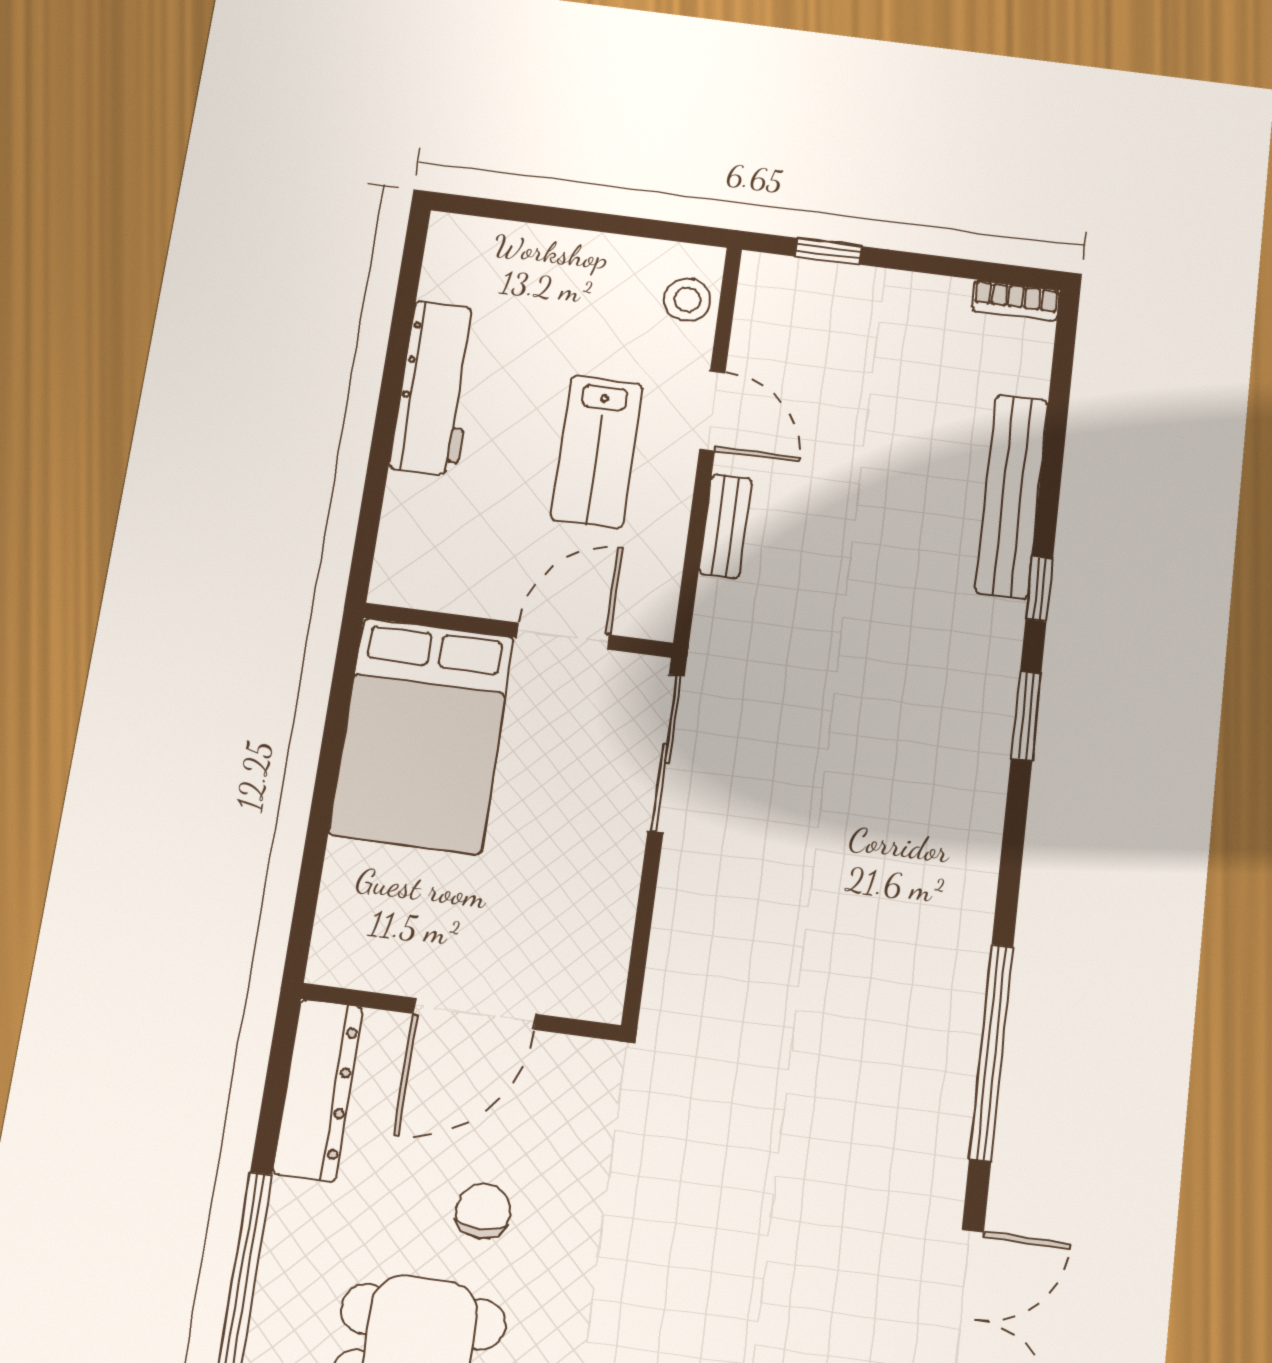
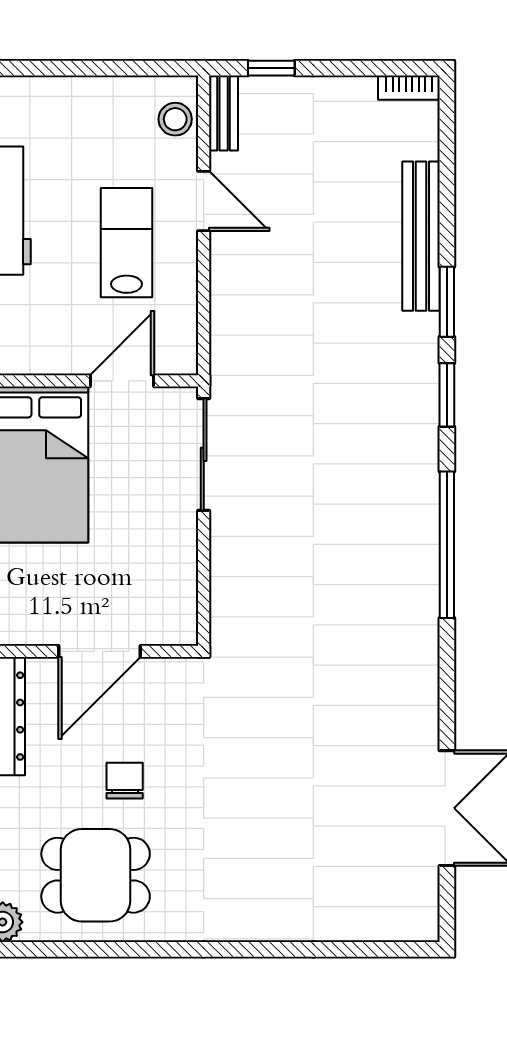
lab bench: (597, 452) -> (127, 243), turned 180
bench: (725, 526) -> (224, 113), moved
window: (1039, 589) -> (447, 302), width x1.50
window: (991, 1052) -> (447, 545), moved

